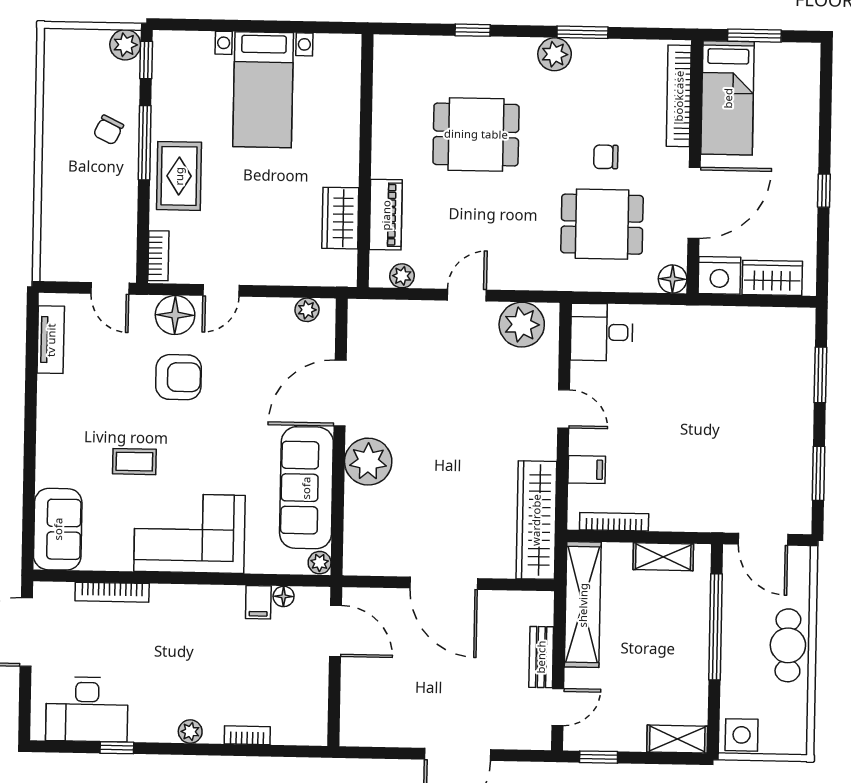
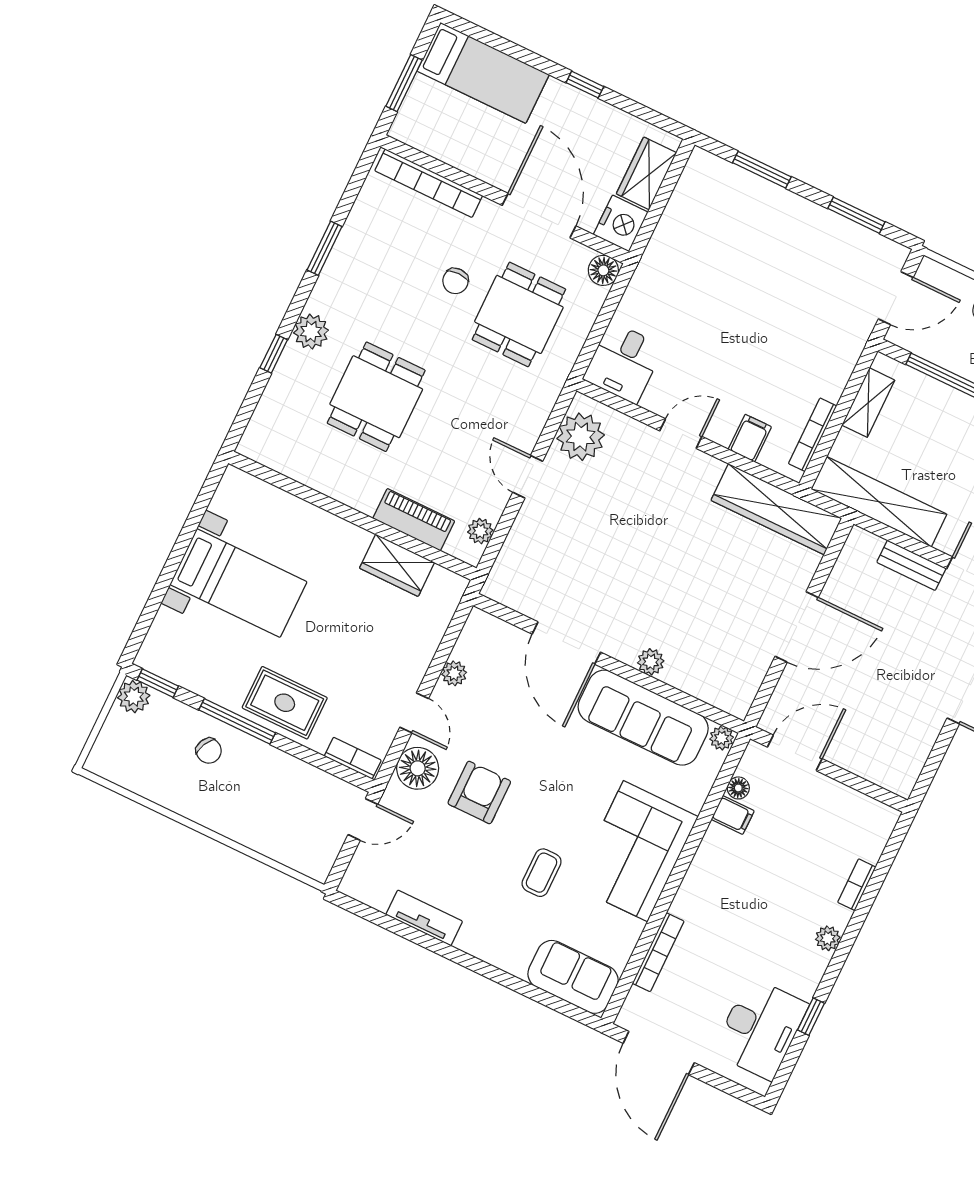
plant: (555, 54) -> (311, 332), moved
bed: (728, 98) -> (483, 73), moved
plant: (307, 310) -> (454, 673), moved
tv unit: (51, 340) -> (424, 918), moved
plant: (368, 462) -> (651, 662), width x0.53, depth x0.53

